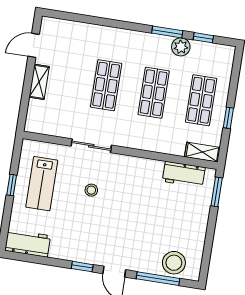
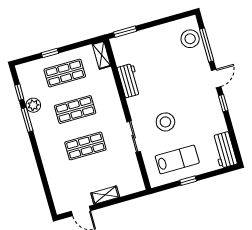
window: (228, 118) -> (50, 53), moved
workbench: (184, 174) -> (129, 81), moved
stool: (91, 190) -> (165, 122), width x1.89, depth x1.89

